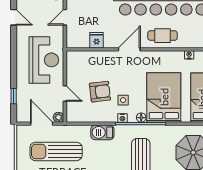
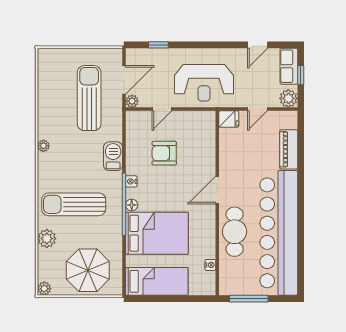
door: (65, 17) -> (258, 109), swing flipped
cafe table: (163, 36) -> (235, 232), width x1.37, depth x1.35
fridge: (97, 40) -> (229, 119), moved
door: (129, 49) -> (217, 190), swing flipped
armchair: (100, 92) -> (164, 153), turned 97
side table: (123, 100) -> (154, 182), removed

